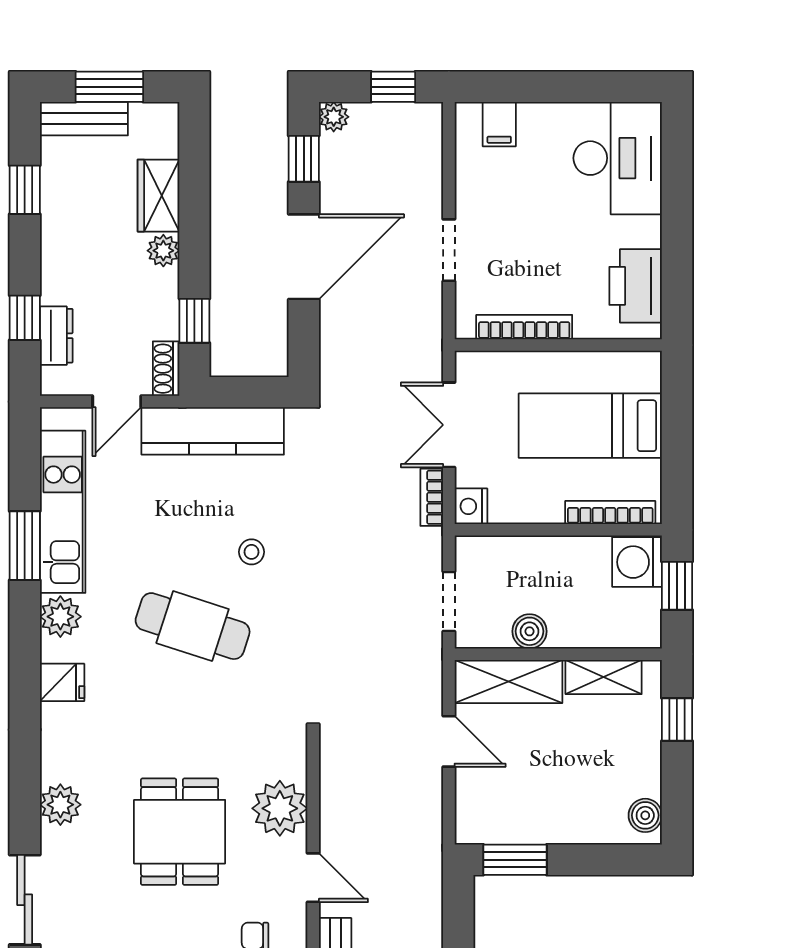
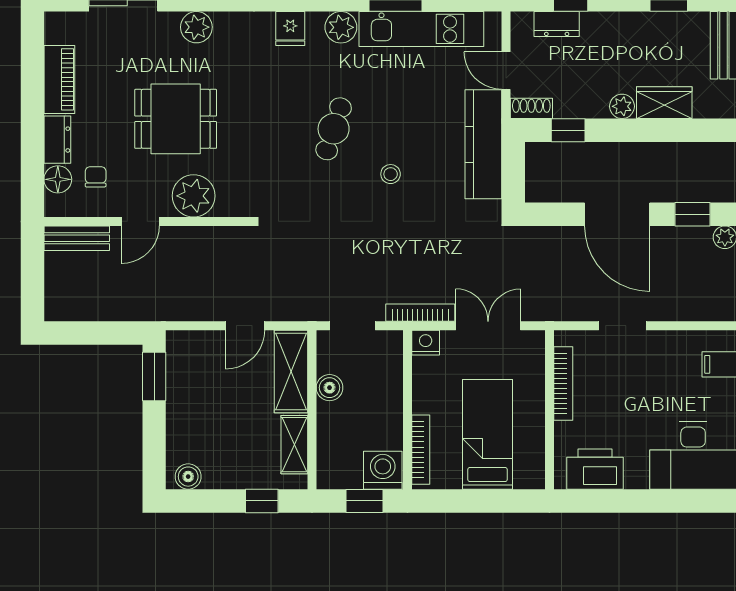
bookcase: (432, 497) -> (420, 313), width x1.56
cafe table: (193, 626) -> (334, 129), width x0.73, depth x0.74

